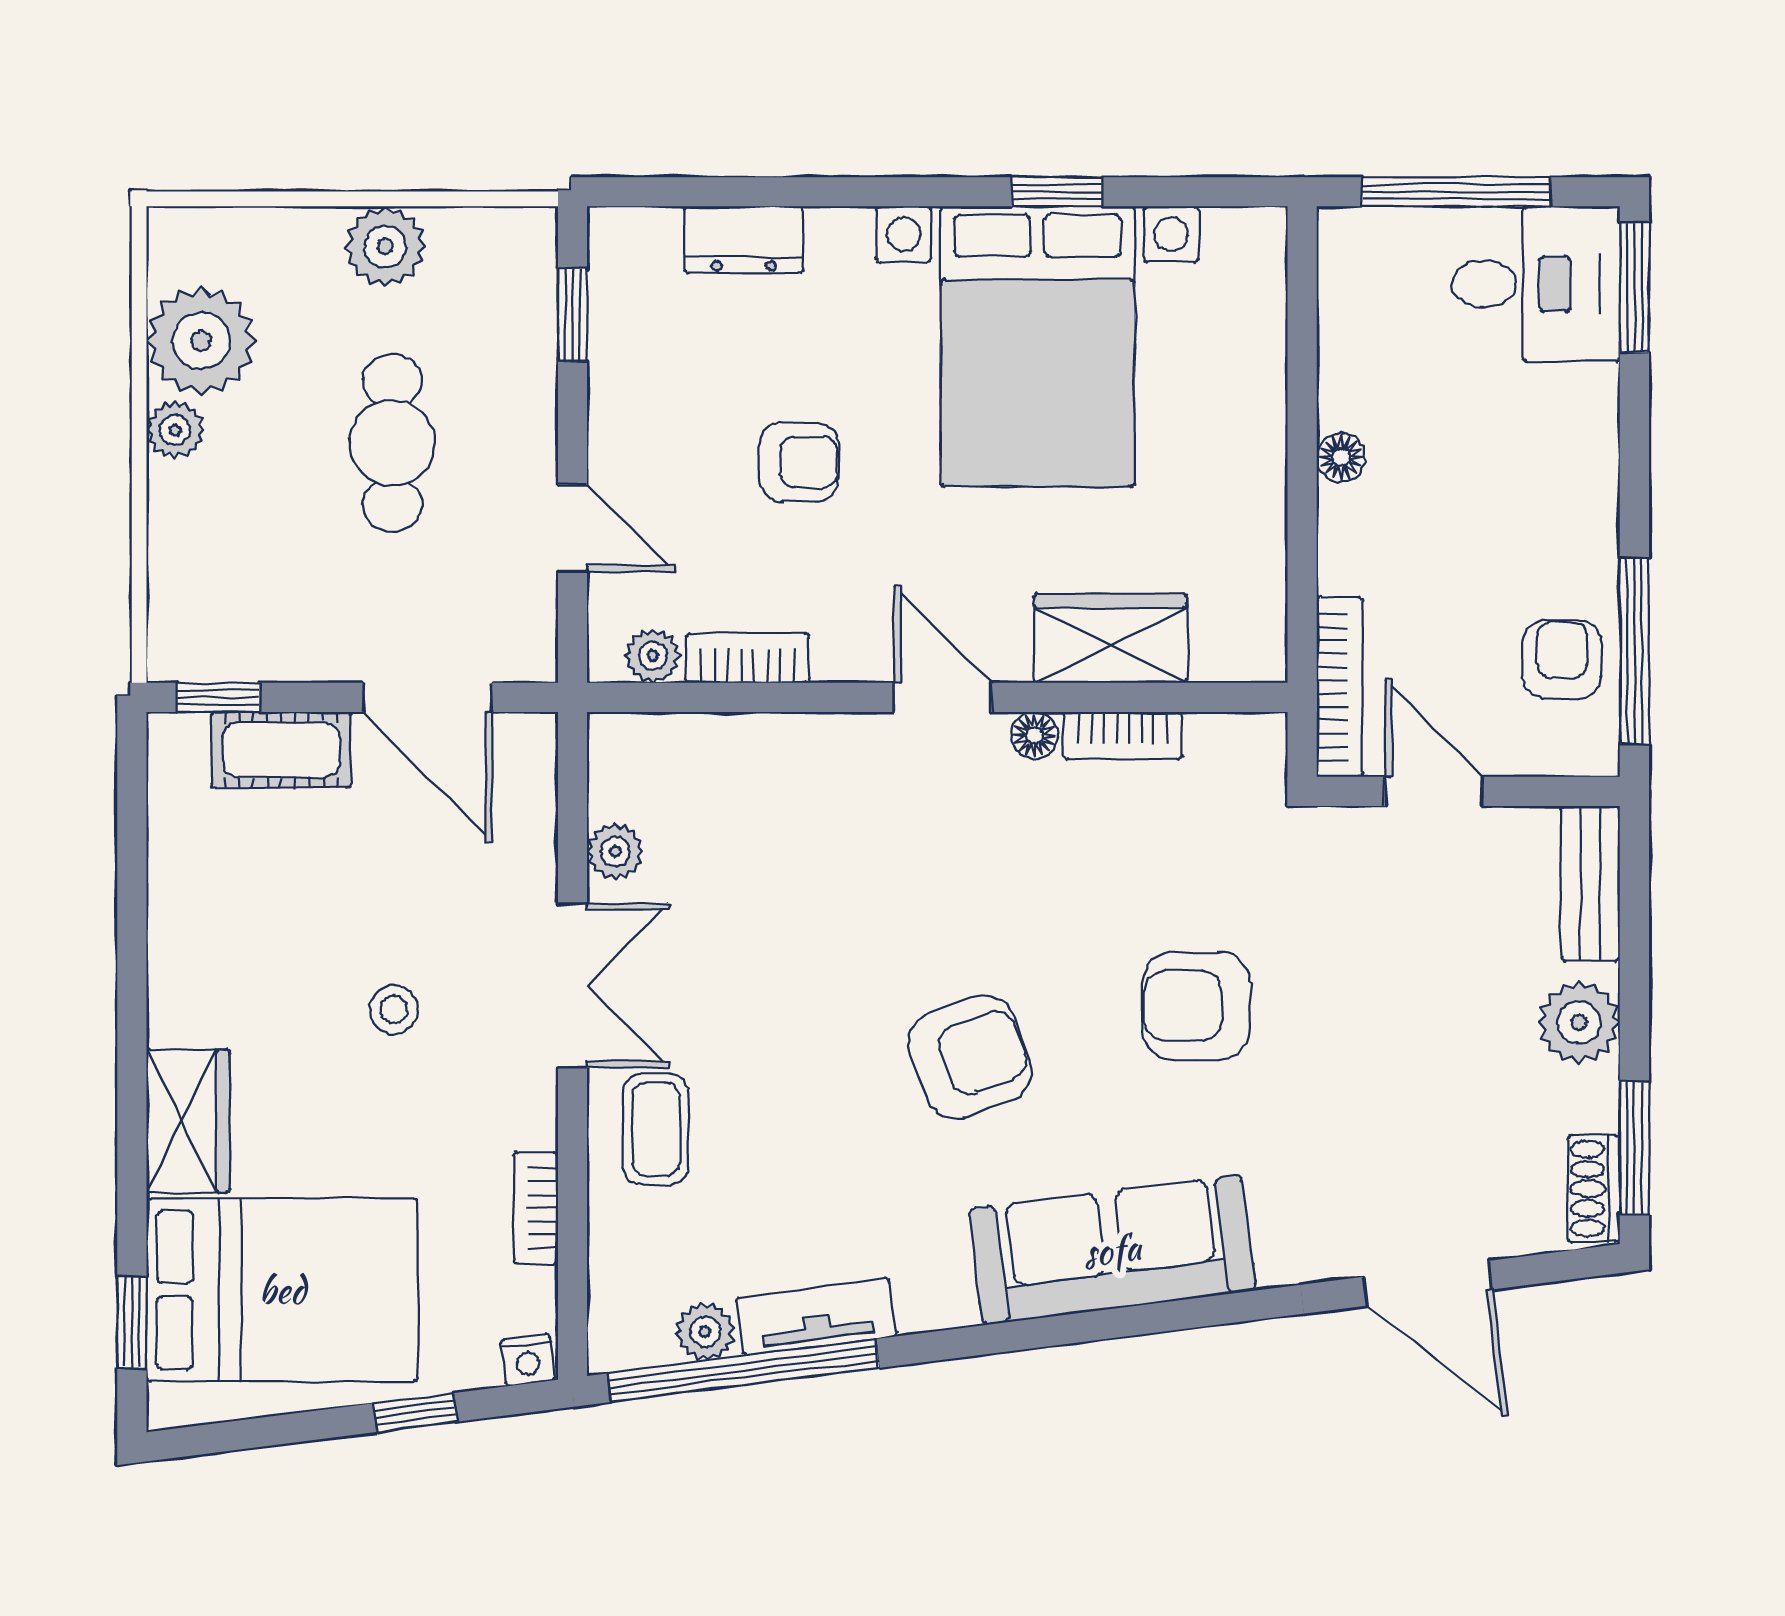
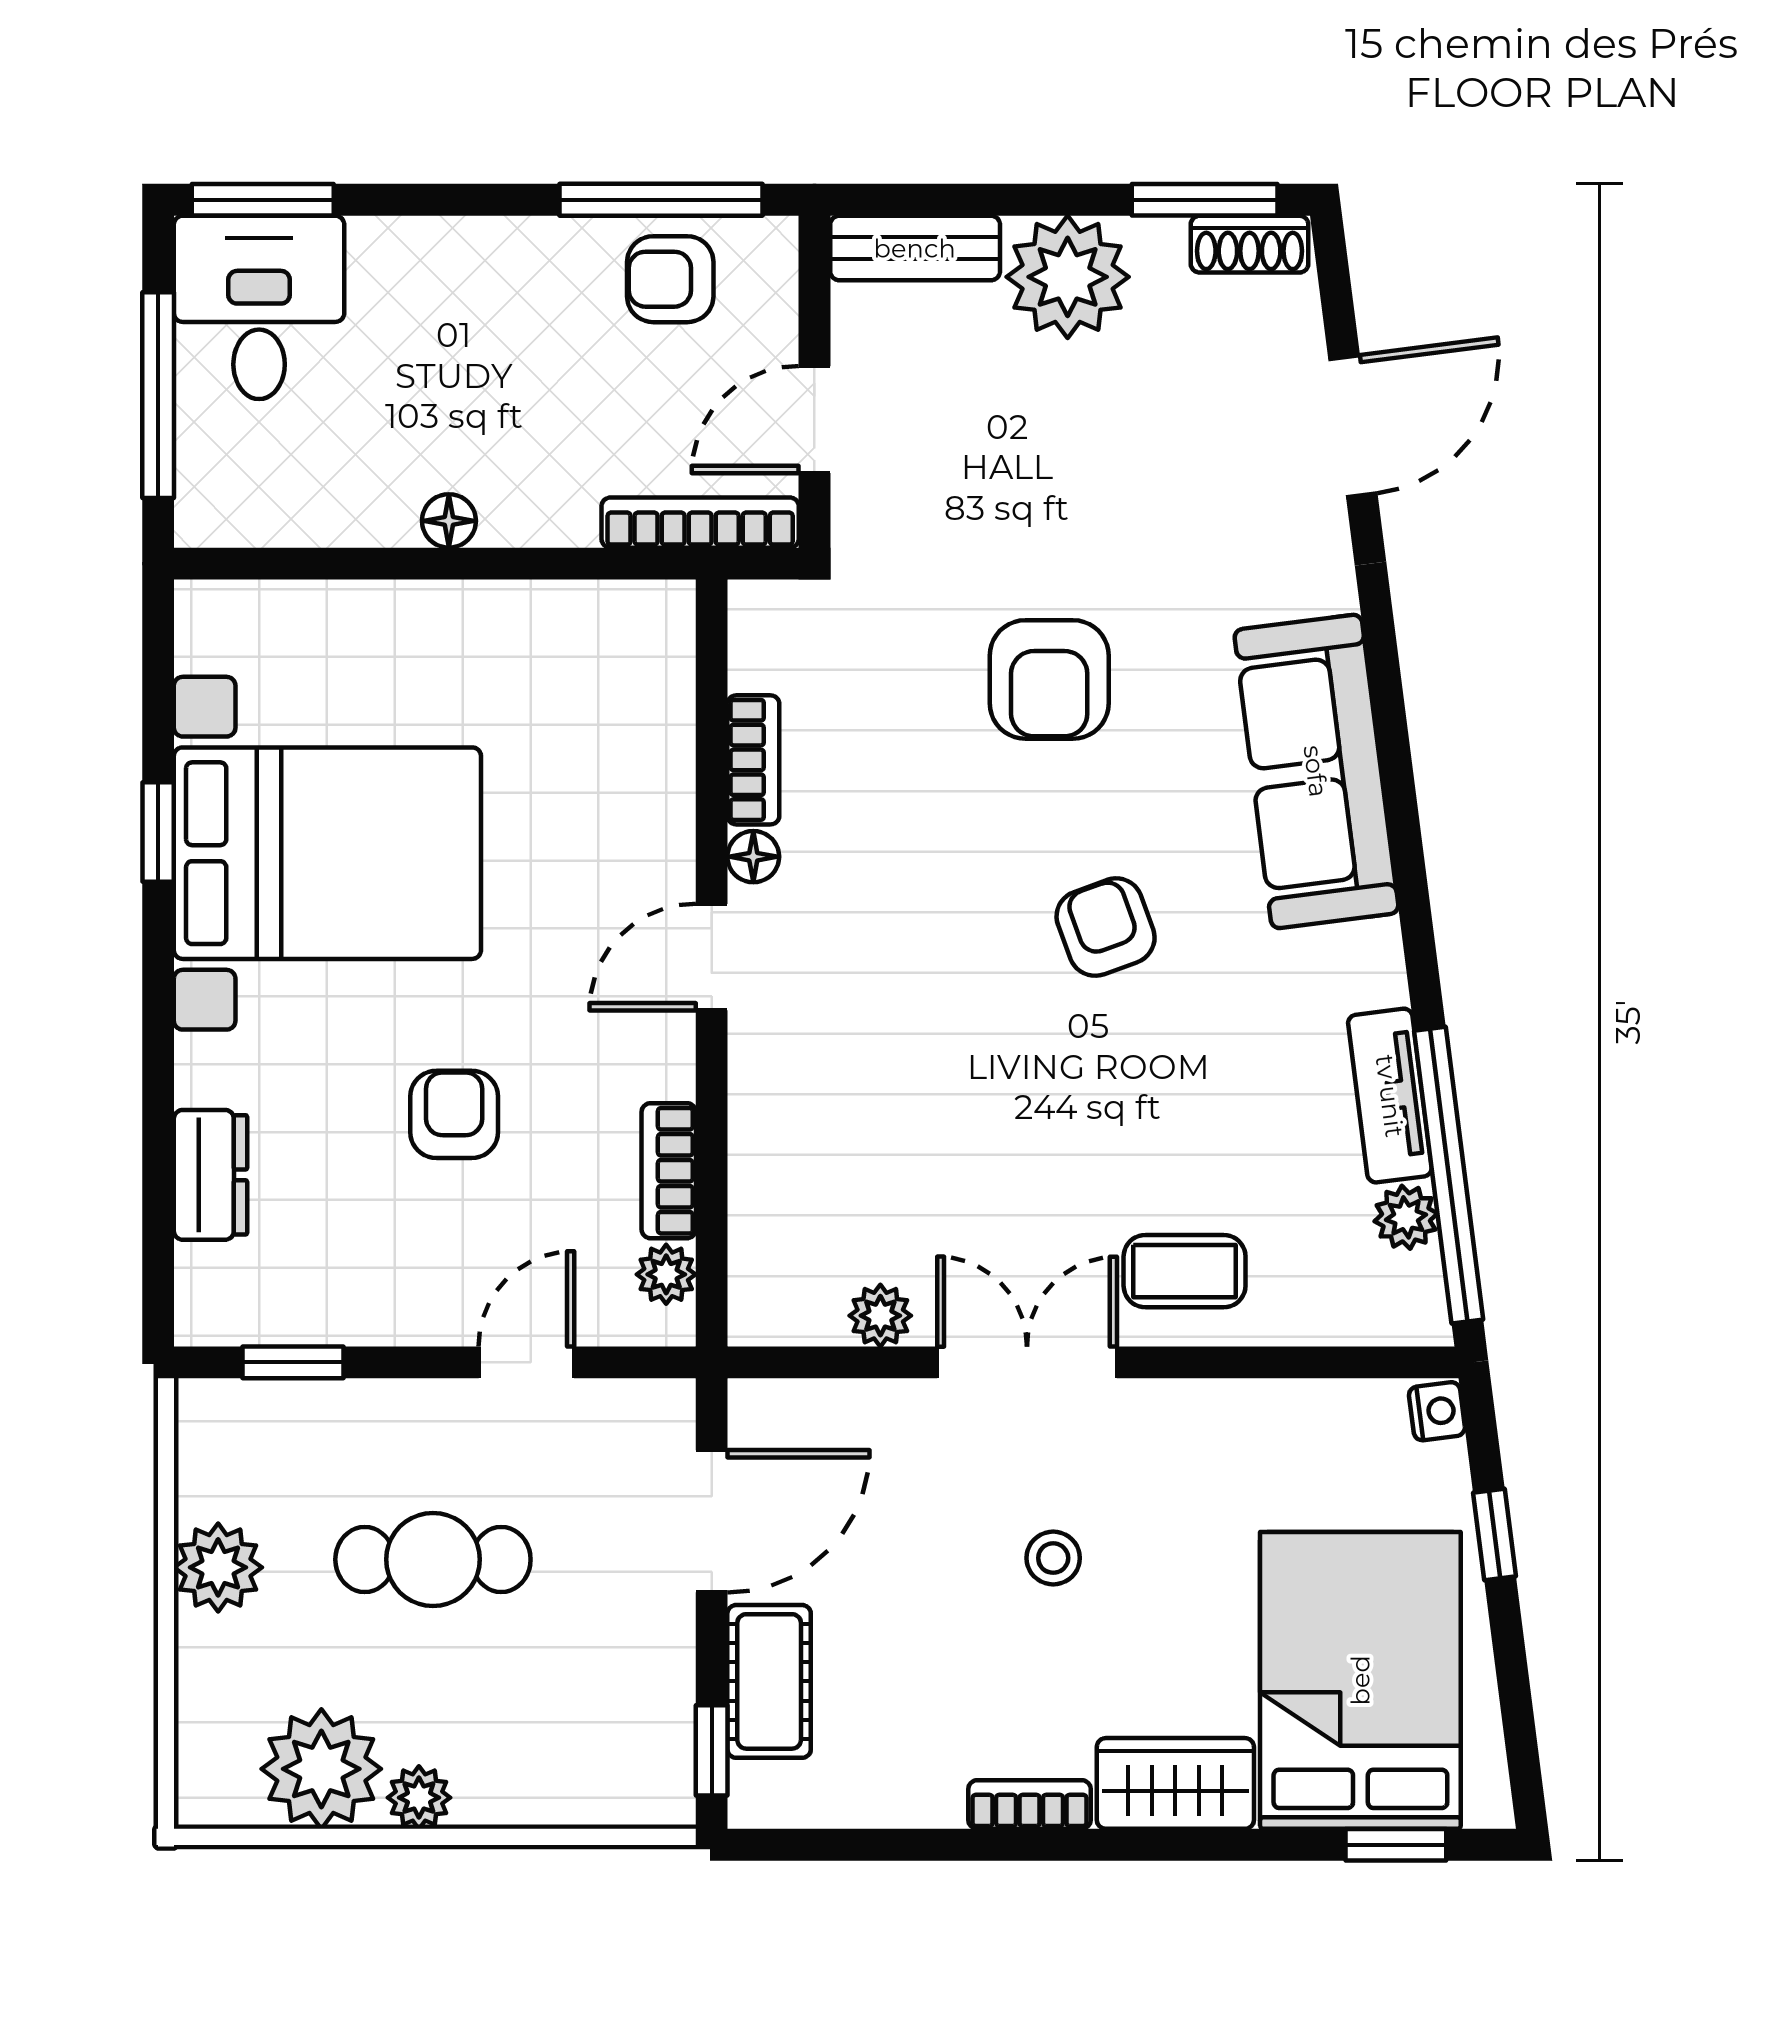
wardrobe: (1110, 638) -> (647, 774), removed
plant: (1579, 1022) -> (1068, 277), width x1.36, depth x1.36
armchair: (970, 1057) -> (1106, 927), width x0.72, depth x0.72
bookcase: (536, 1208) -> (1030, 1804), moved, turned 180

